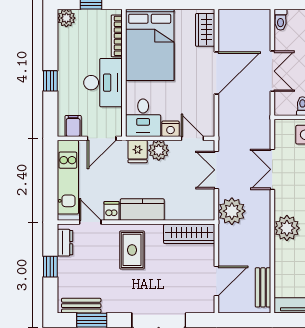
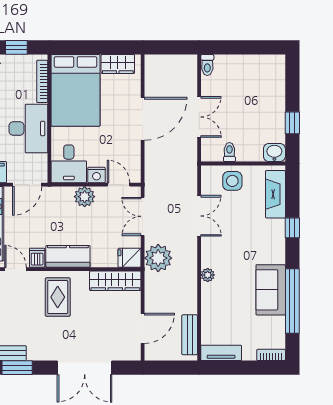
wardrobe: (205, 30) -> (118, 64), moved, turned -90
fridge: (138, 151) -> (130, 258), moved, turned 90
double door: (272, 169) -> (199, 216), swing flipped
plant: (287, 228) -> (208, 275), width x0.53, depth x0.53

